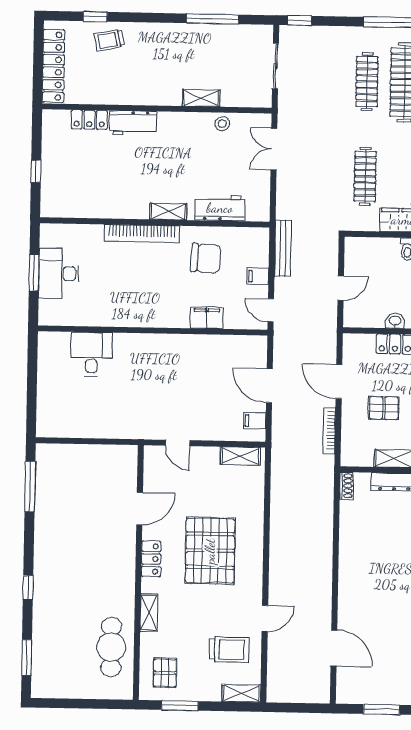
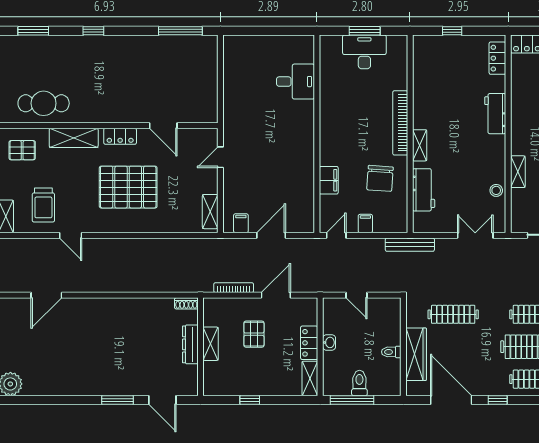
locker: (89, 120) -> (497, 58), moved
bench: (283, 248) -> (410, 245), moved
shelving: (149, 613) -> (74, 138), width x1.50, depth x1.33

